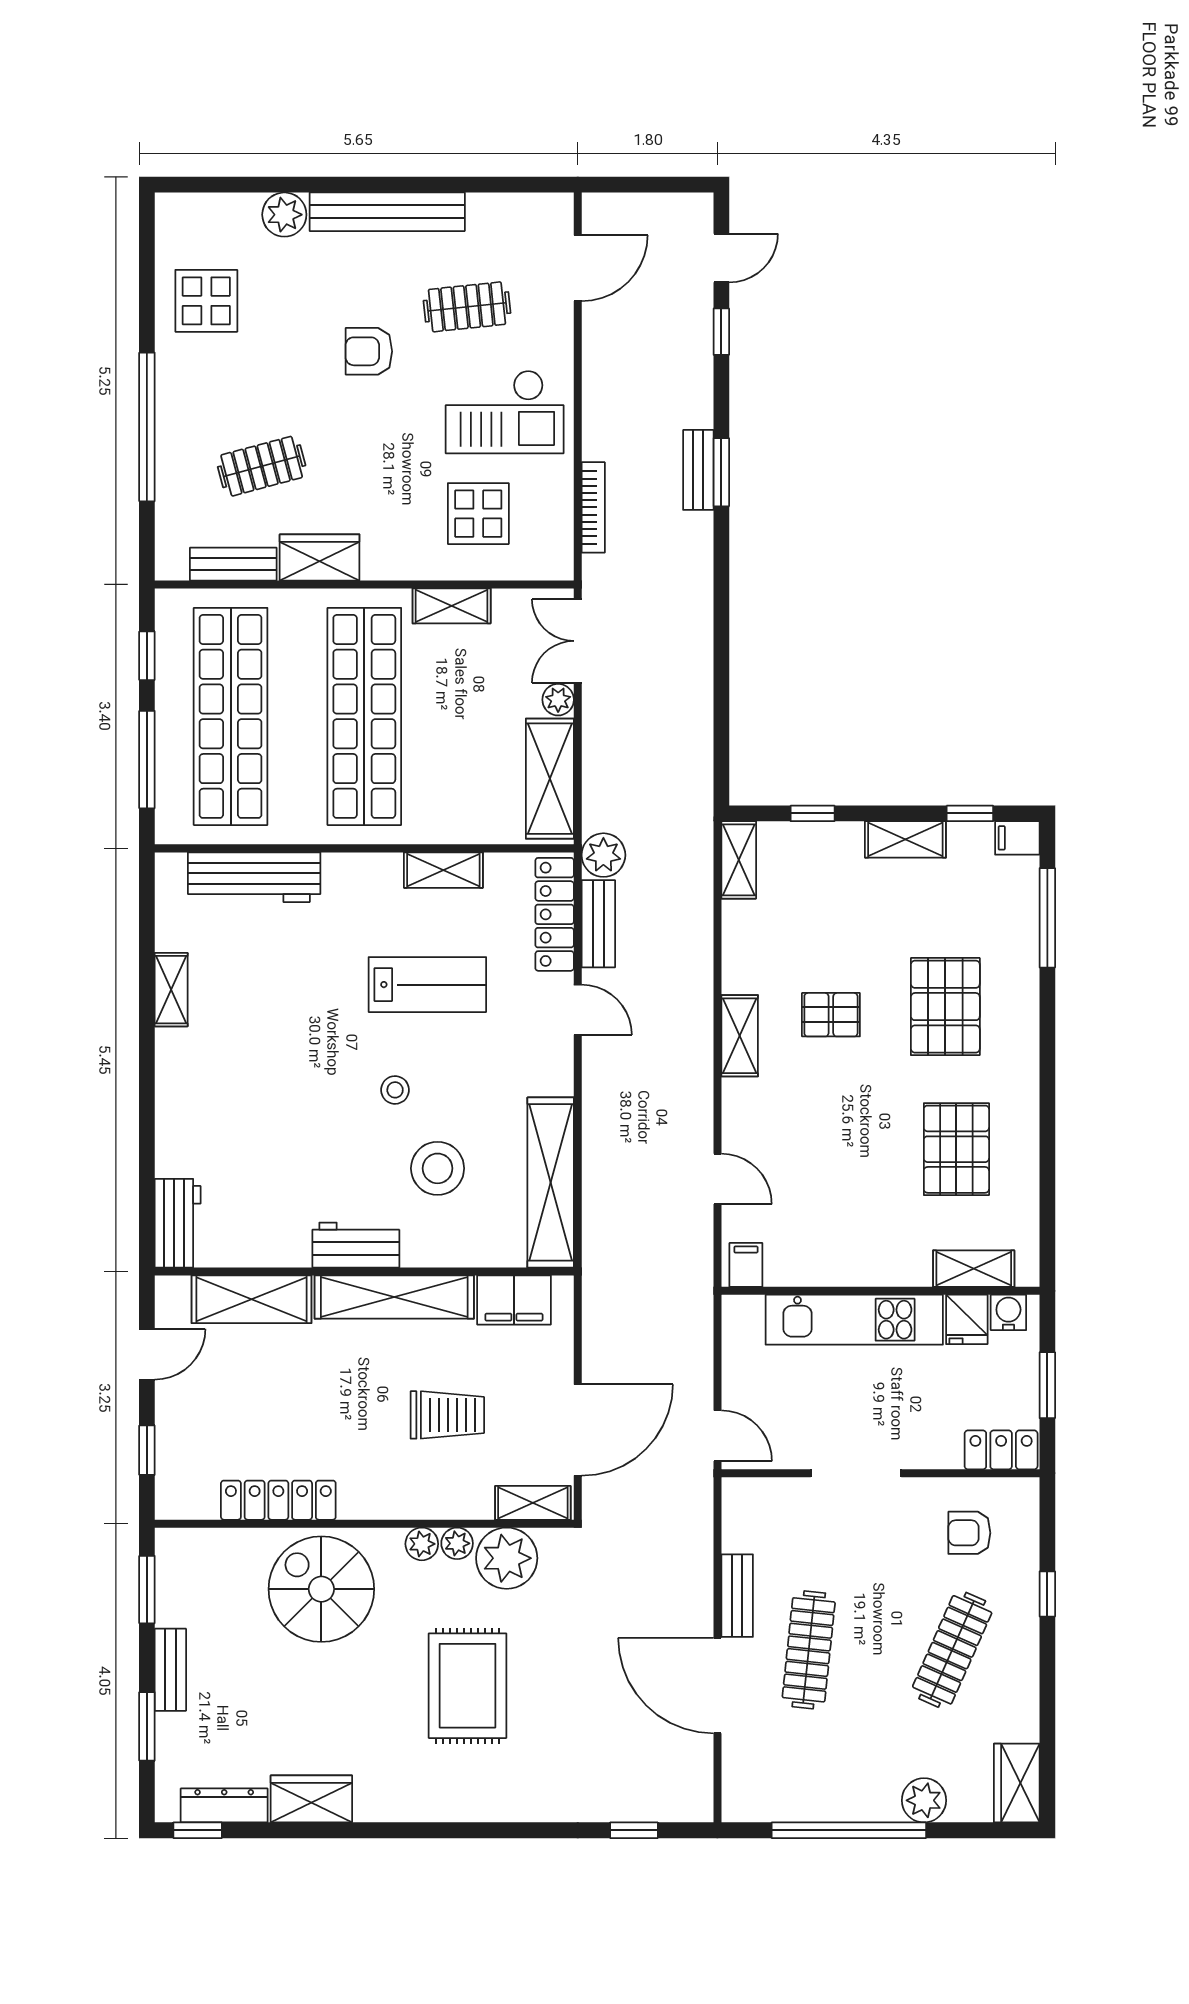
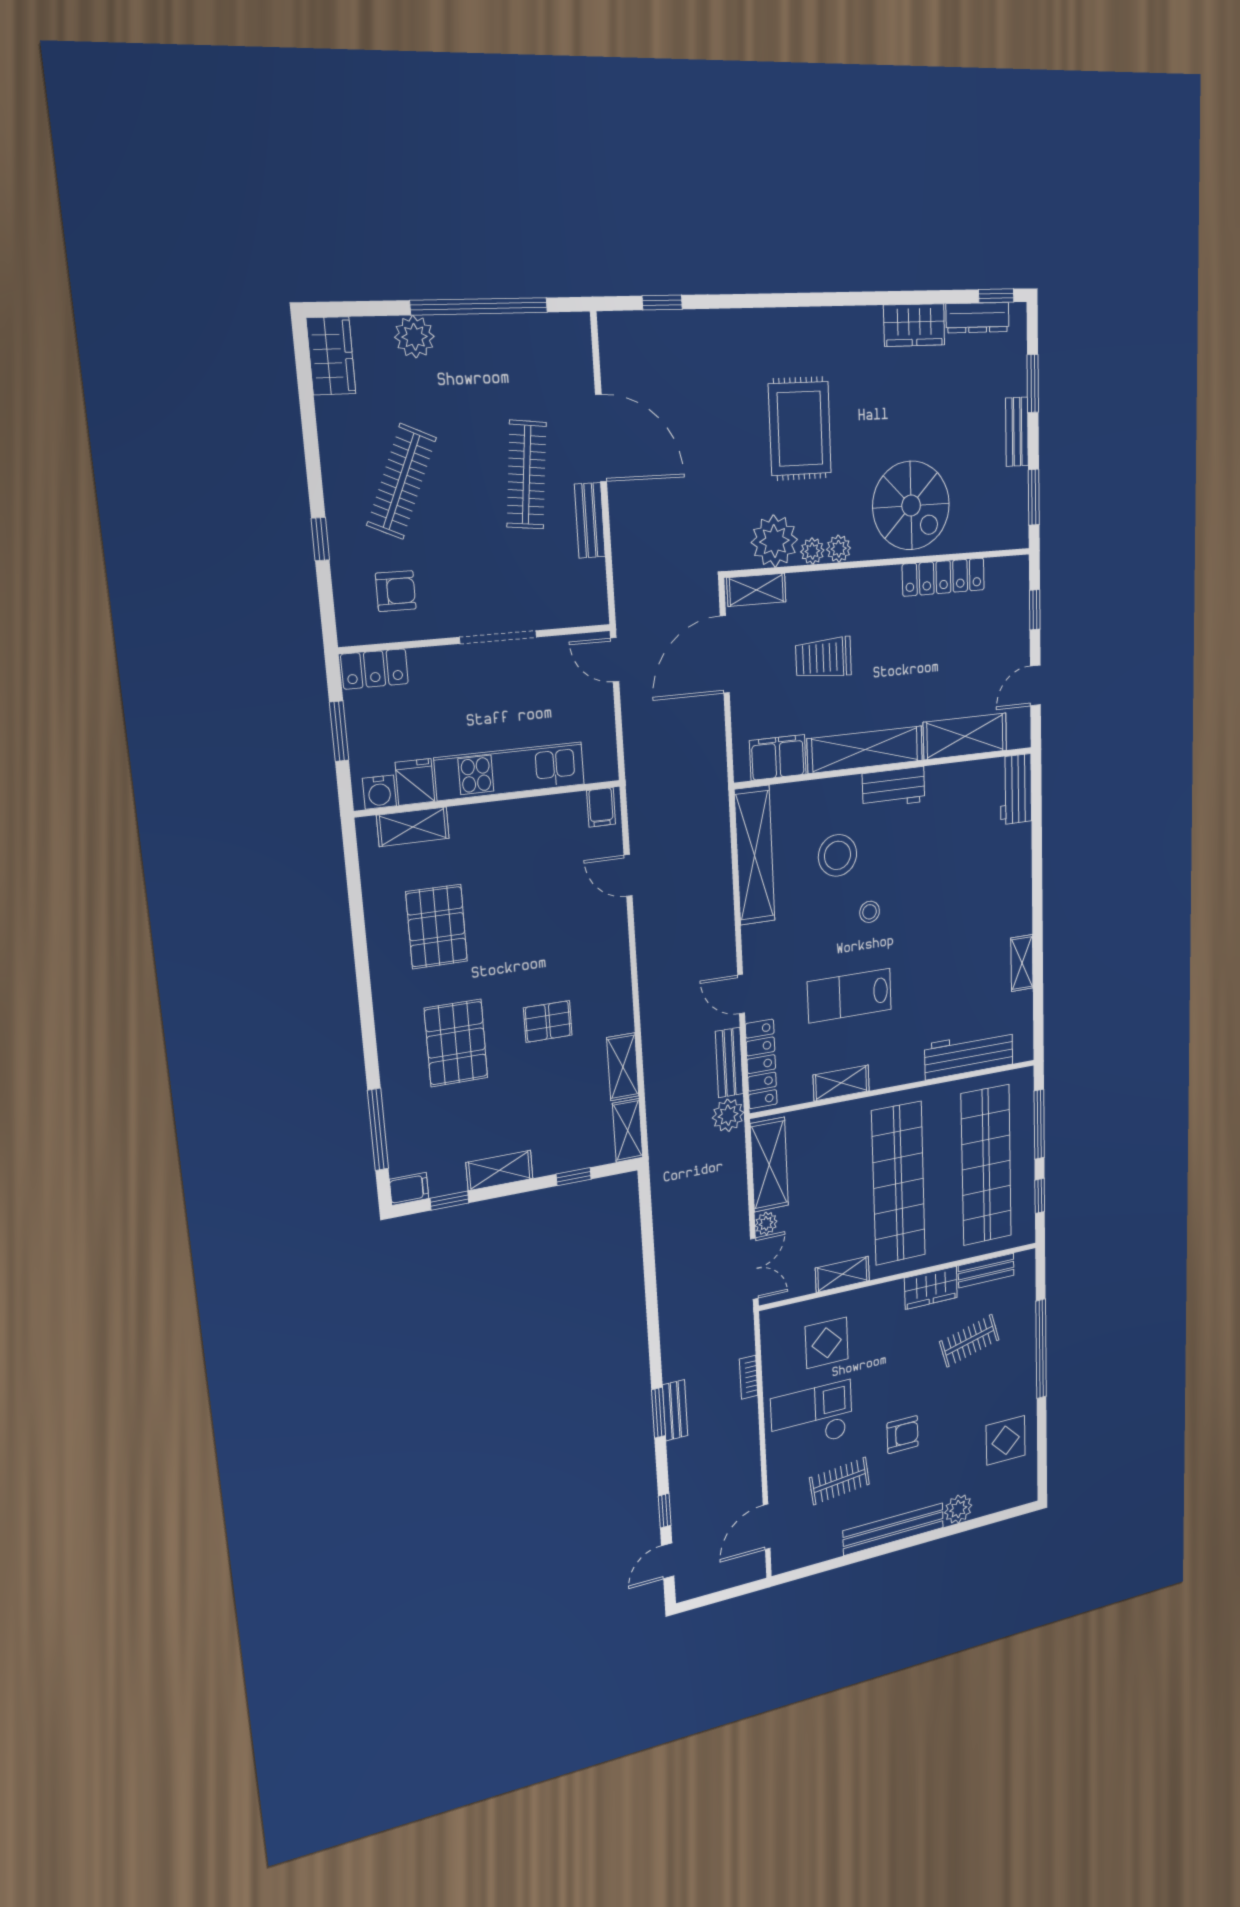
bookcase: (593, 507) -> (749, 1377), width x0.64
shelving: (740, 1036) -> (623, 1067), moved

